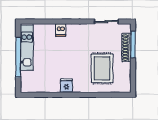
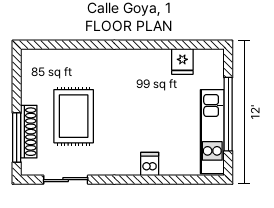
rug: (102, 68) -> (74, 116), moved
fridge: (66, 86) -> (182, 61), moved

